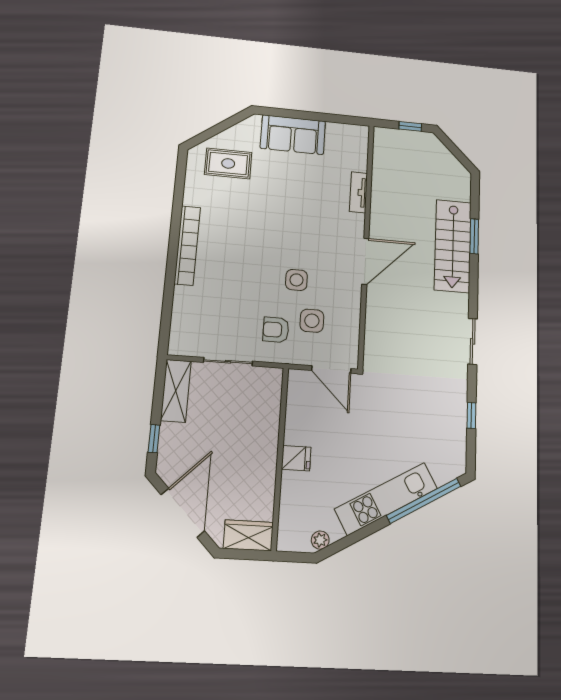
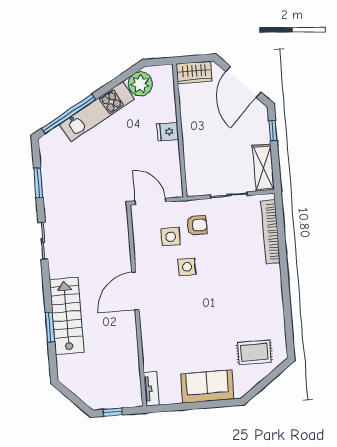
tv unit: (359, 192) -> (151, 389), moved
bookcase: (187, 245) -> (271, 232), moved
window: (471, 416) -> (38, 183), width x1.50
plant: (320, 540) -> (140, 84), width x1.87, depth x1.87

